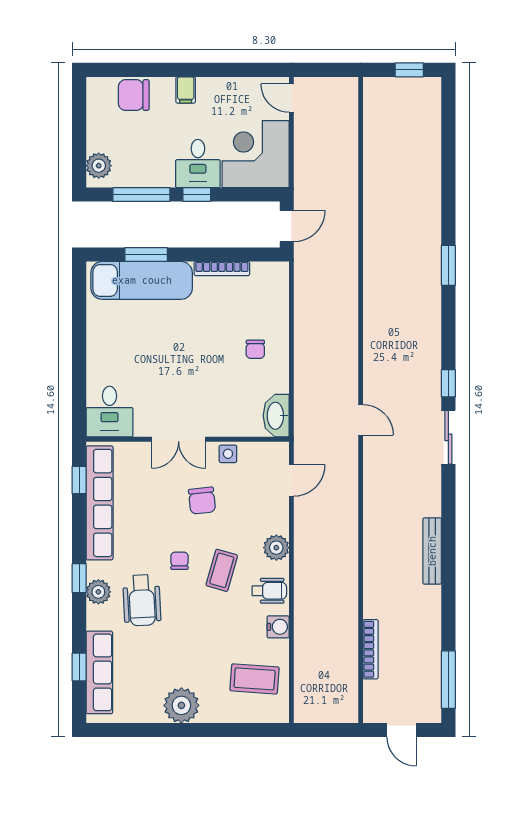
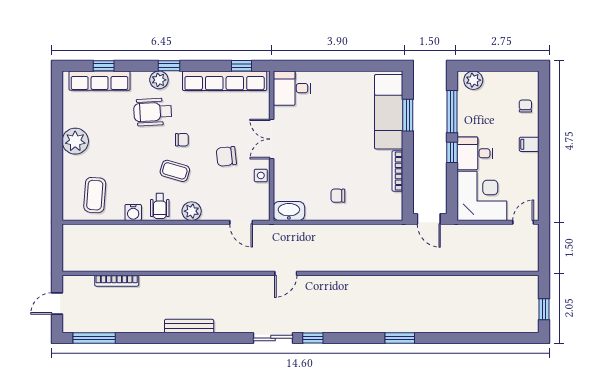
chair: (134, 95) -> (525, 106), width x0.54, depth x0.54

